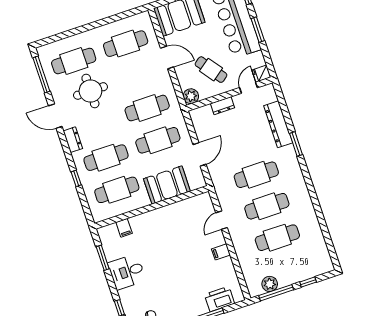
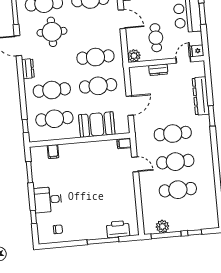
cafe table: (211, 70) -> (156, 38), turned 37
window: (76, 178) -> (25, 126), moved
door: (222, 220) -> (135, 164), swing flipped
filing cabinet: (221, 252) -> (124, 143), moved
desk: (127, 272) -> (48, 200), moved

